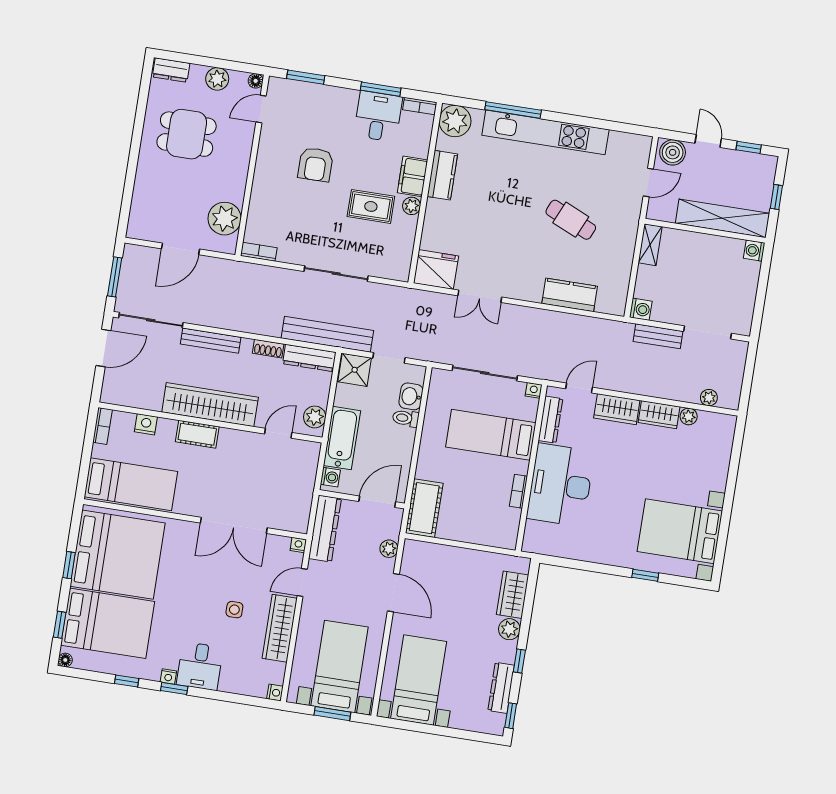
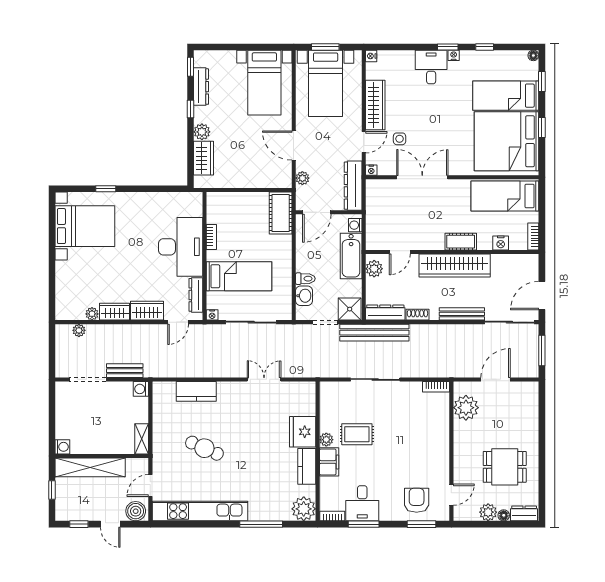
floor lamp: (256, 81) -> (504, 515), moved
kitchen unit: (545, 132) -> (200, 511), moved
armchair: (316, 164) -> (417, 500), moved
fridge: (436, 270) -> (303, 432), moved, turned 90
side table: (234, 610) -> (400, 139), moved
bed: (108, 623) -> (506, 96), width x0.67

